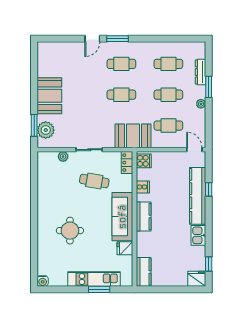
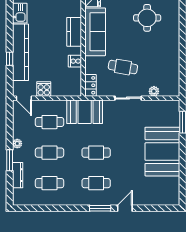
booth: (49, 96) -> (162, 152), width x1.36, depth x1.42
plant: (46, 130) -> (171, 118), removed
cooker: (144, 161) -> (44, 89), moved, turned 90

